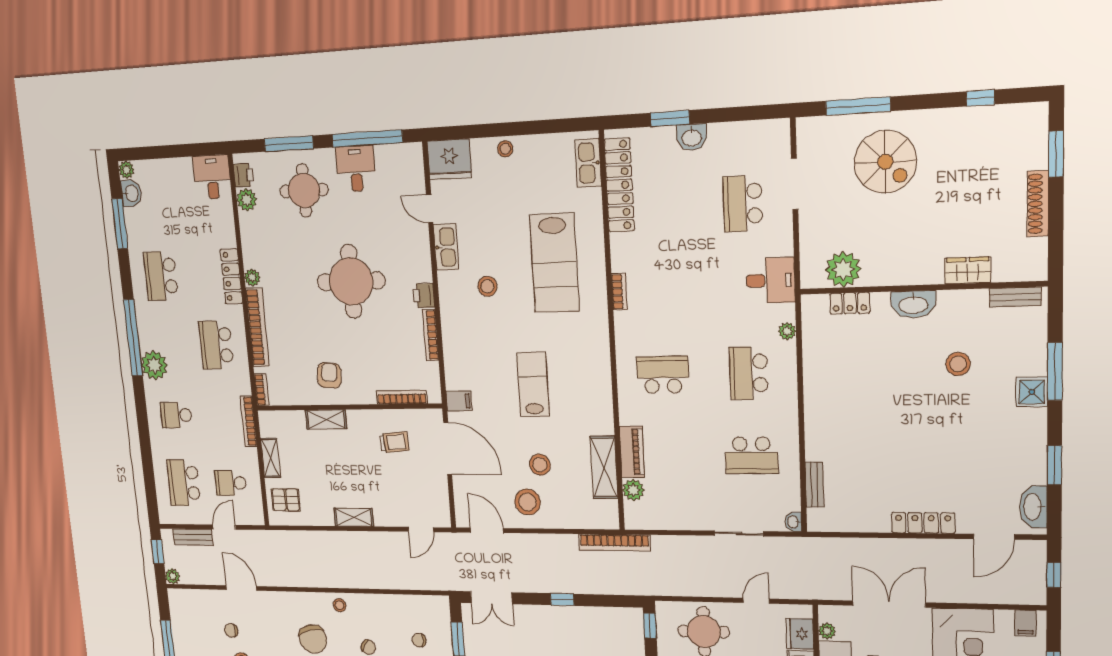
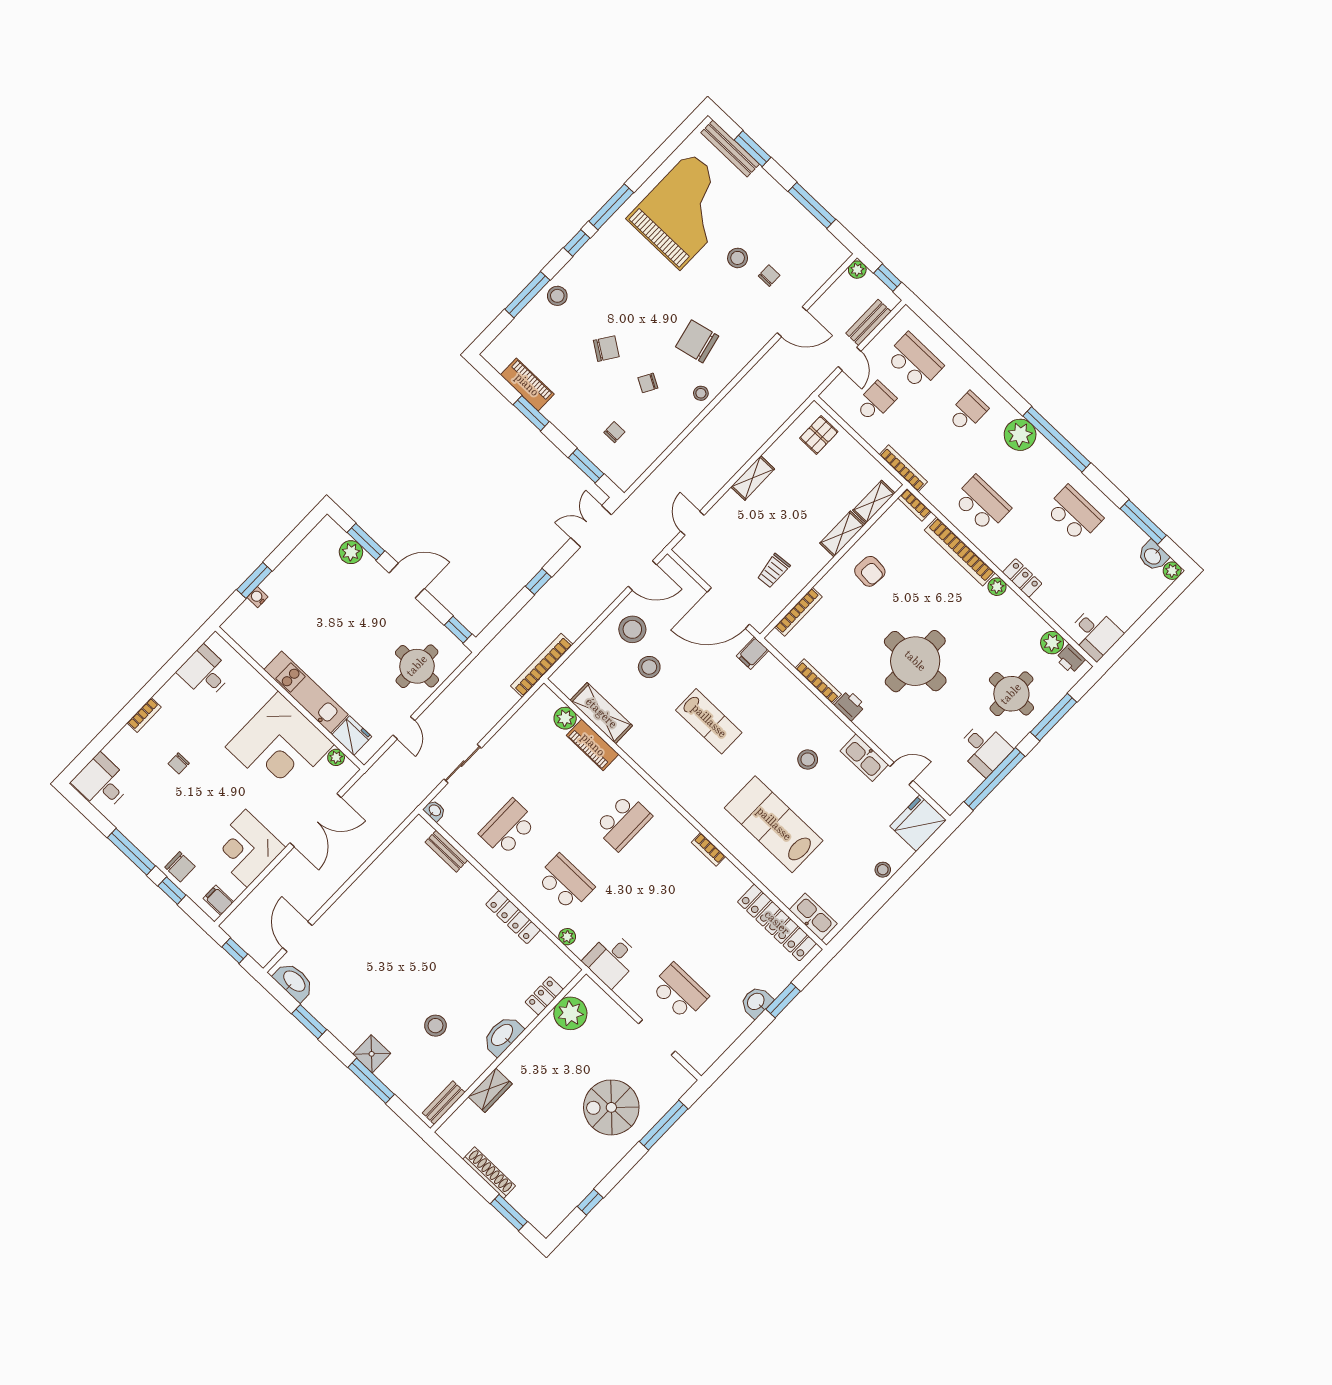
locker: (231, 276) -> (1022, 578), width x0.66
shelving: (270, 458) -> (874, 502), moved, turned 90
locker: (923, 523) -> (513, 917), moved, turned 90

